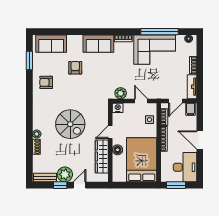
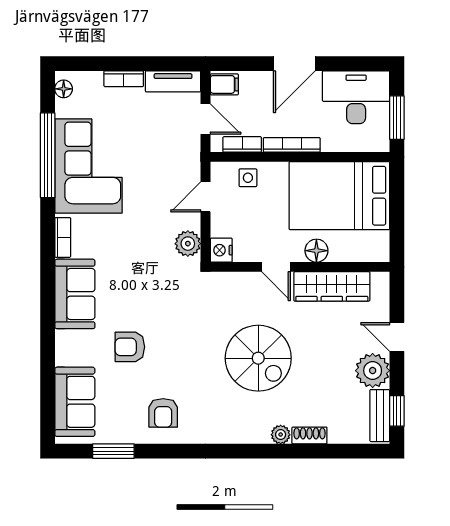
spiral stairs: (70, 124) -> (258, 358), turned 90
window: (60, 185) -> (397, 411), moved

